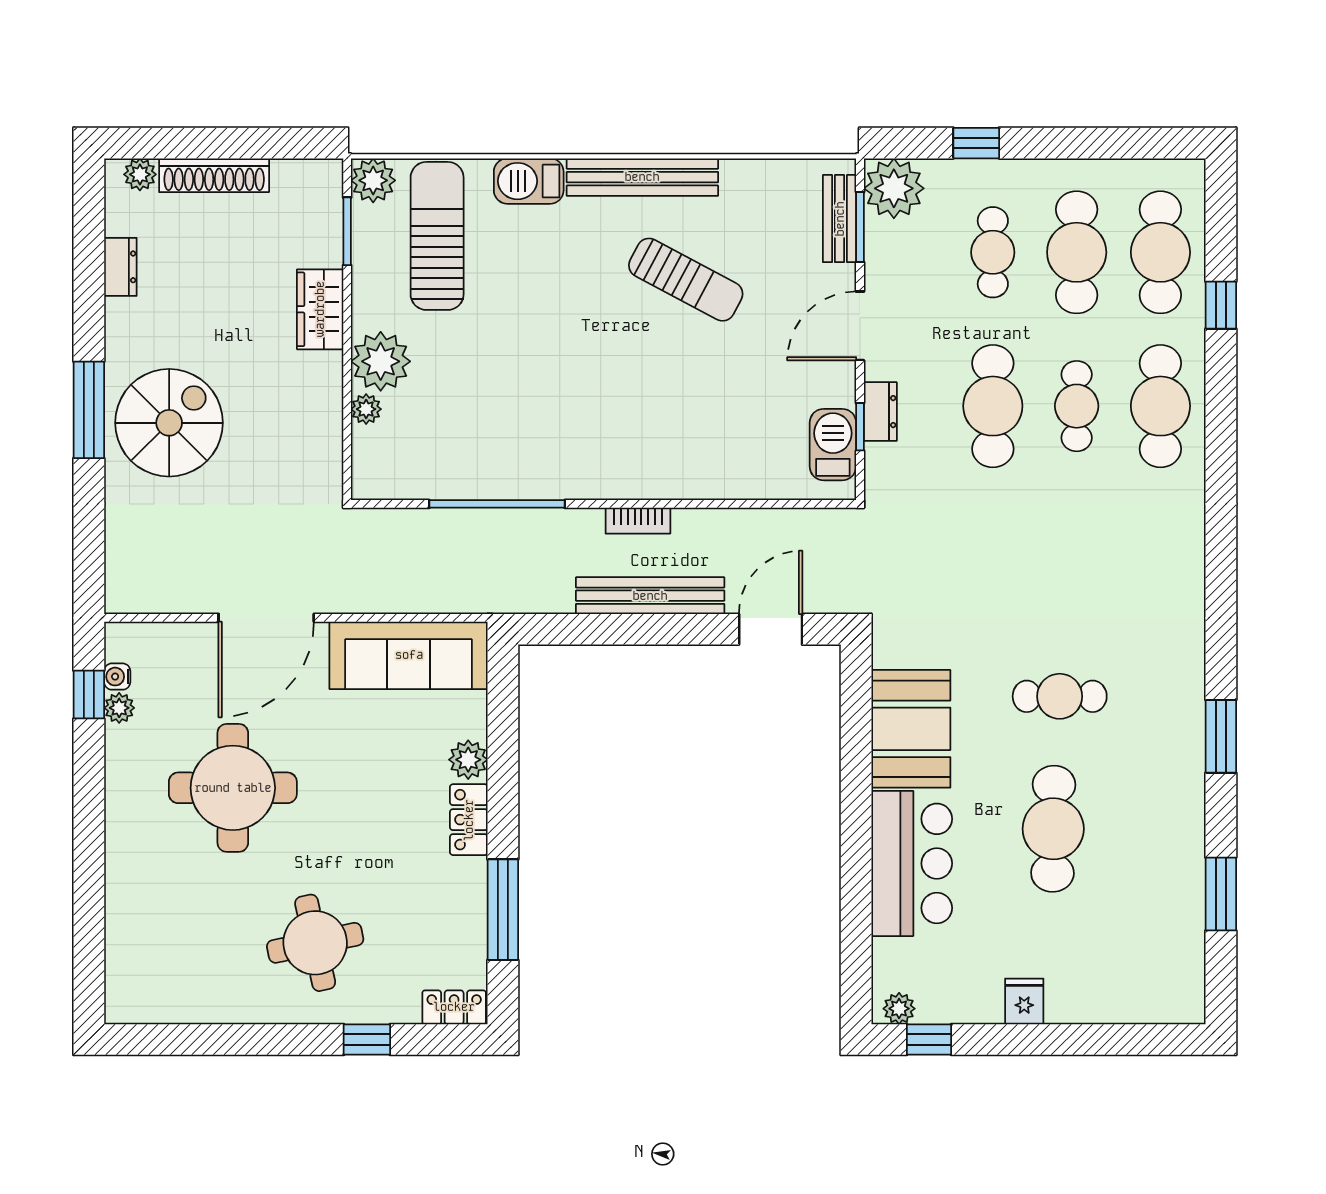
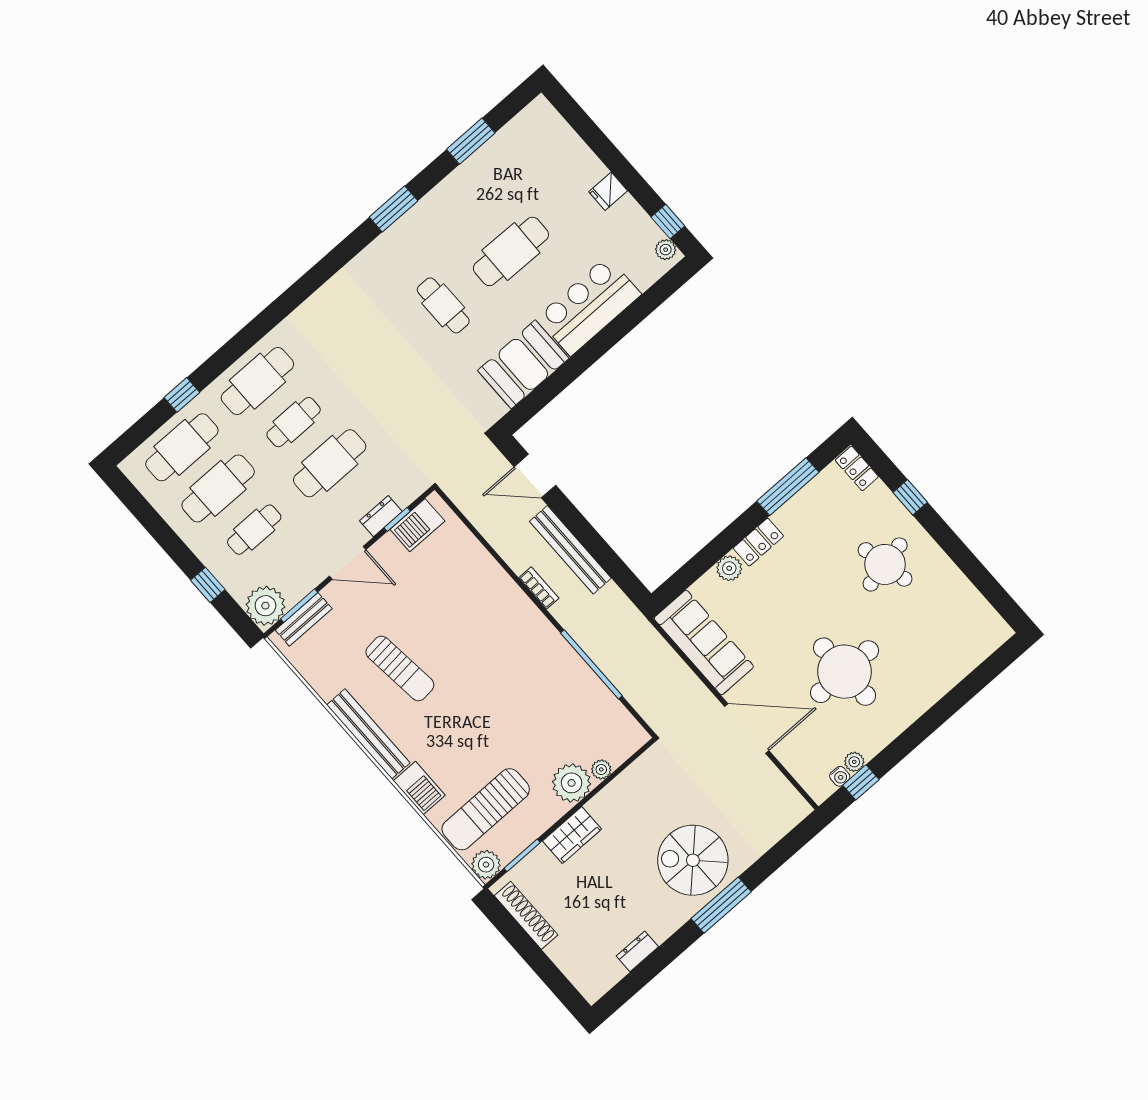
plant: (140, 174) -> (584, 982), removed
shoe rack: (214, 175) -> (526, 915), moved
sun lounger: (686, 280) -> (400, 668), turned 146

